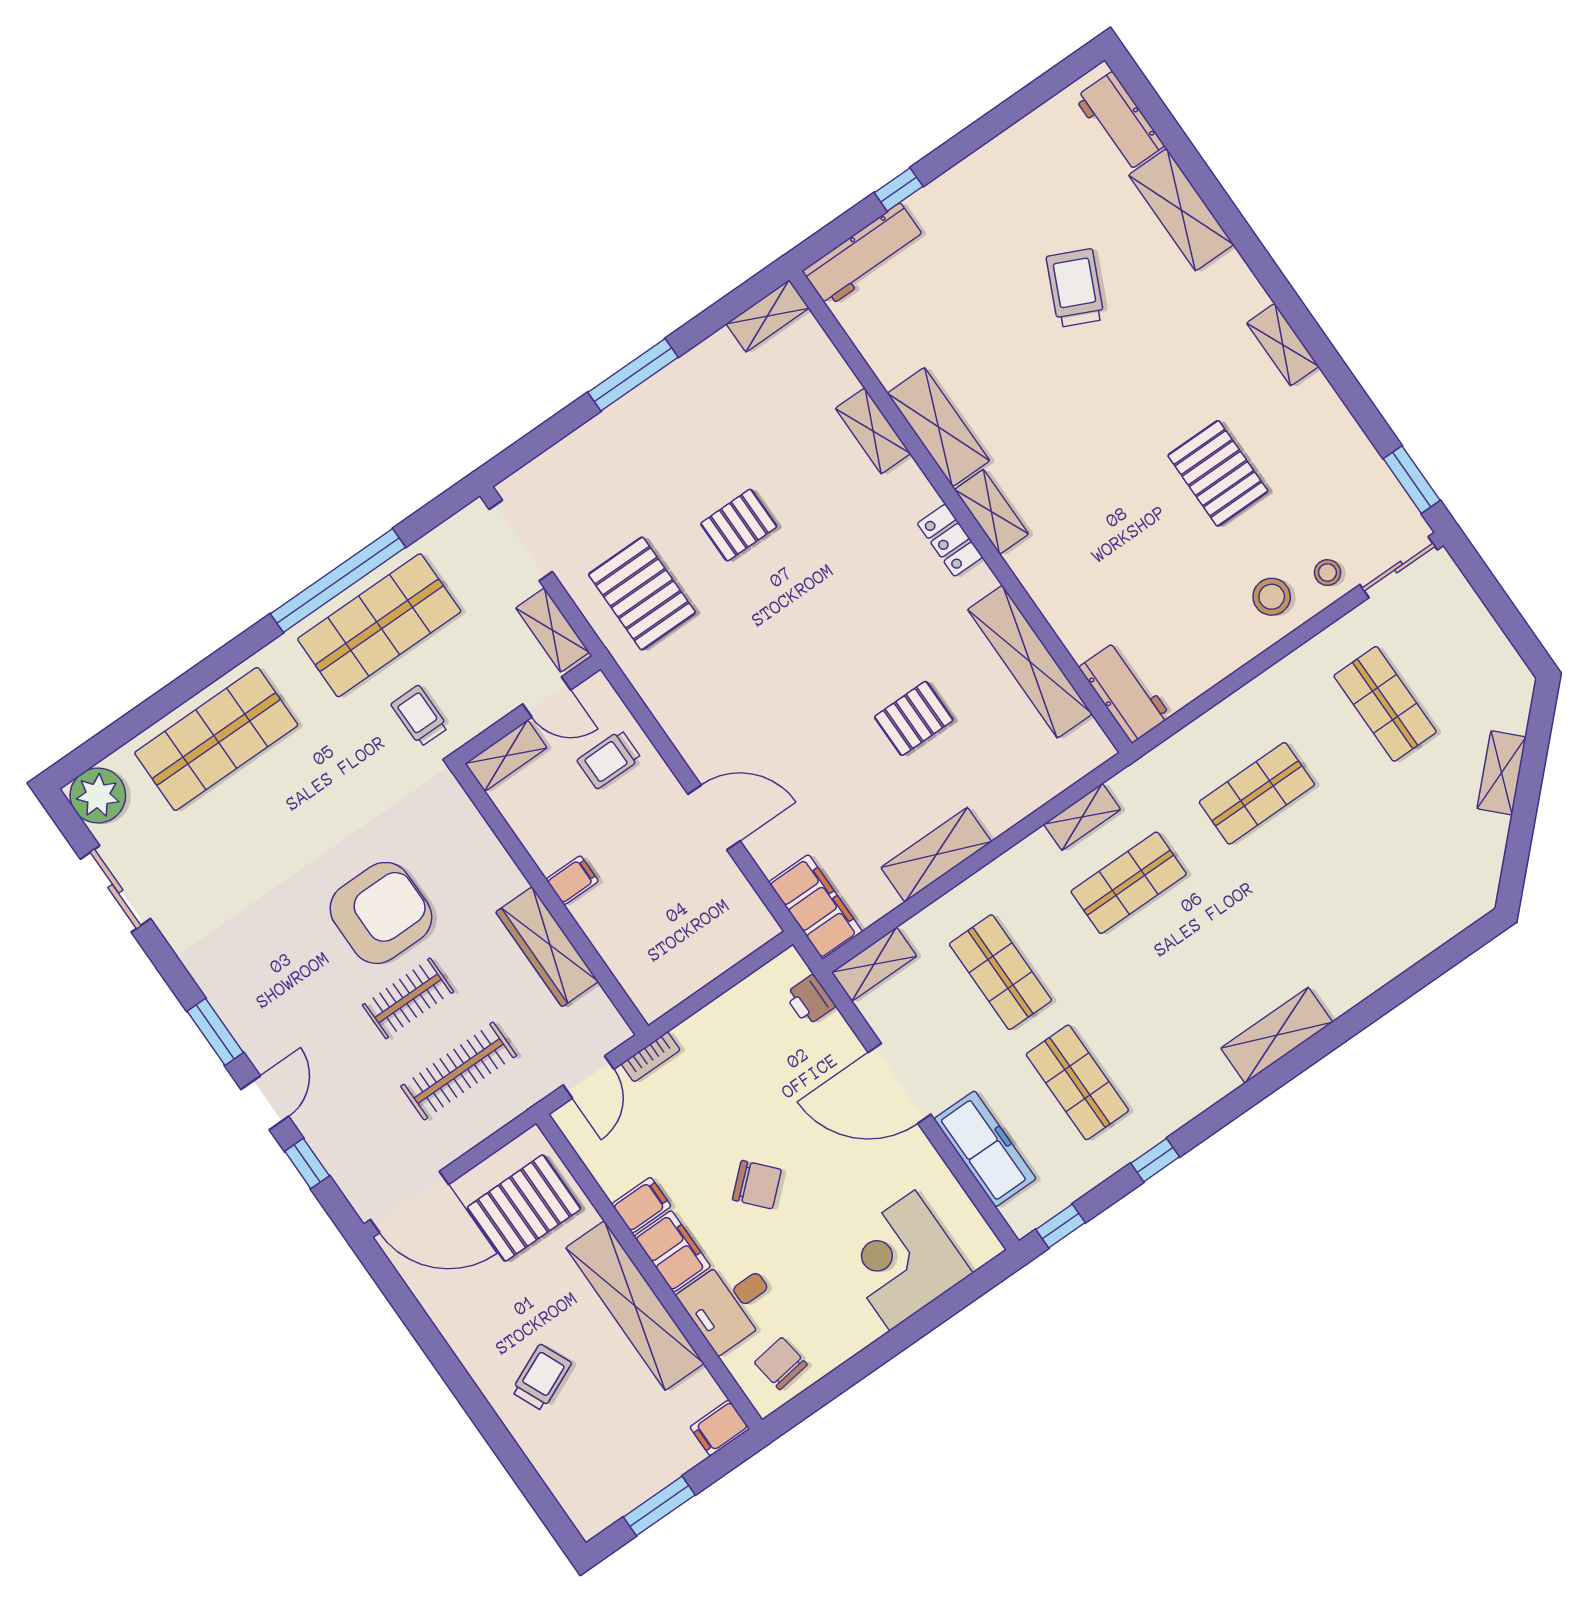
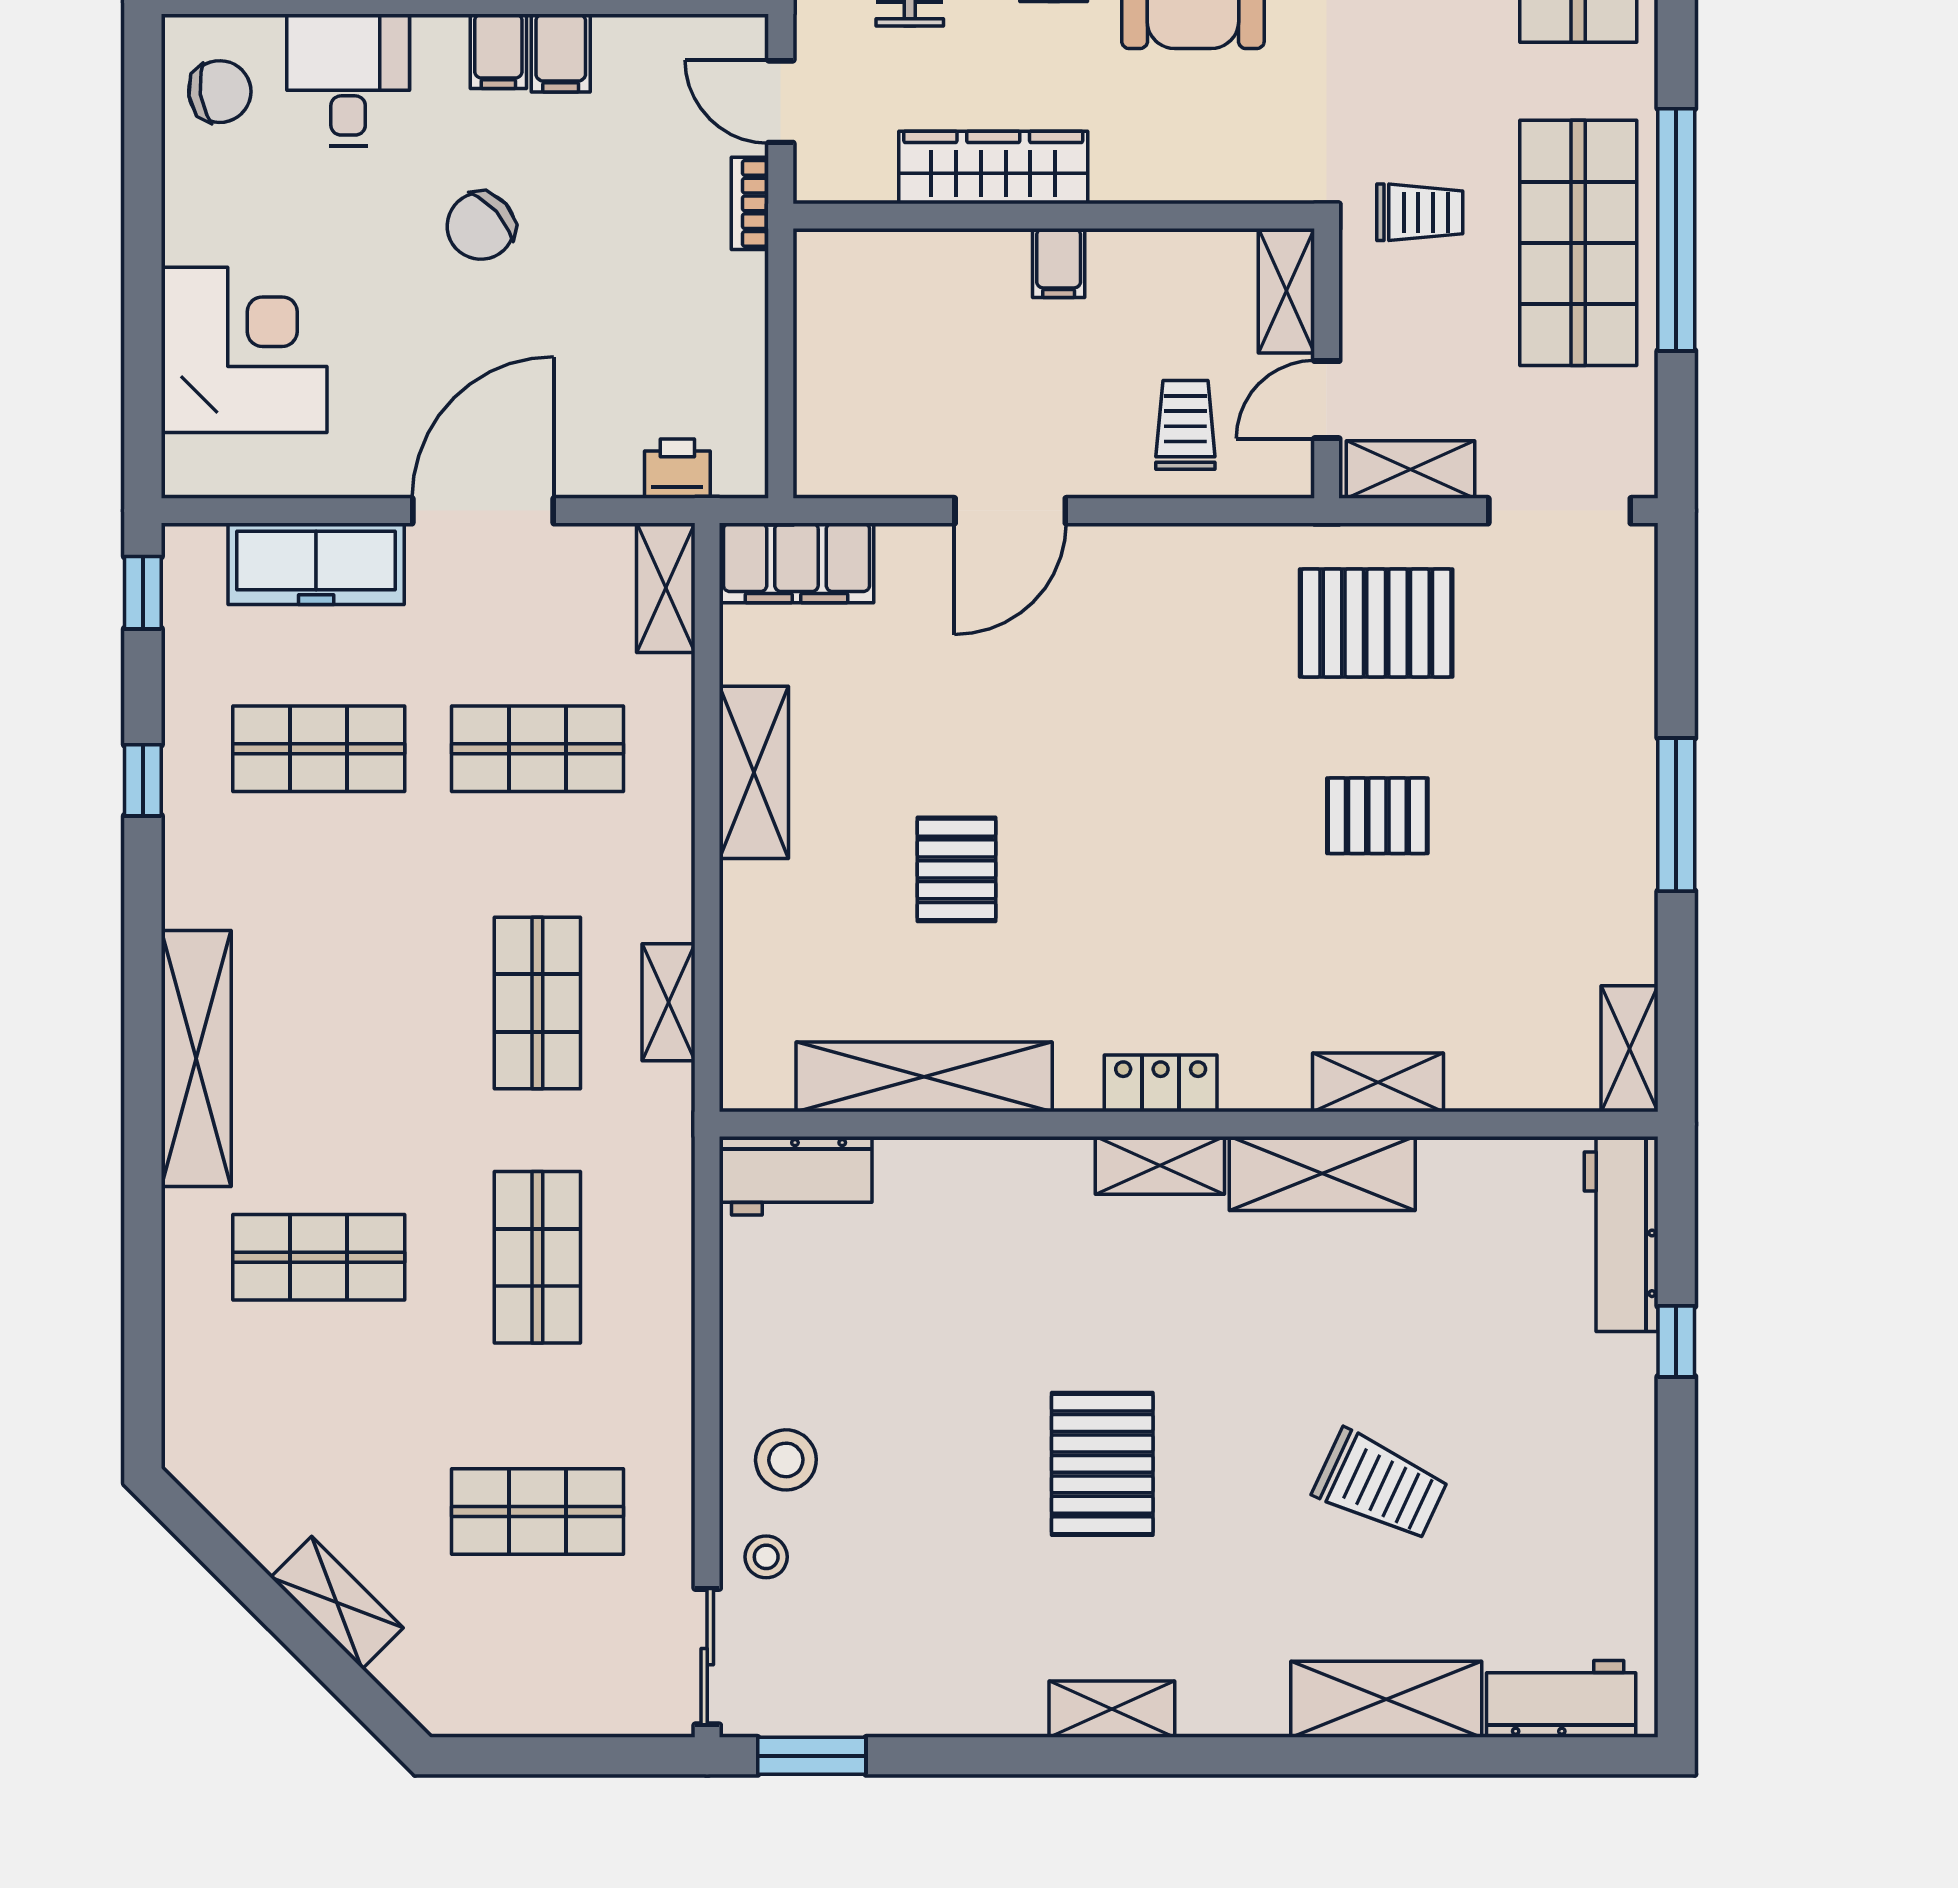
pallet: (1218, 473) -> (1102, 1464), moved, turned 90
pallet: (739, 525) -> (1377, 816), turned 90
shop shelf: (1334, 904) -> (319, 1257), added
shelving: (1277, 1035) -> (196, 1059), width x1.47
filing cabinet: (672, 1251) -> (498, 51), width x0.50

